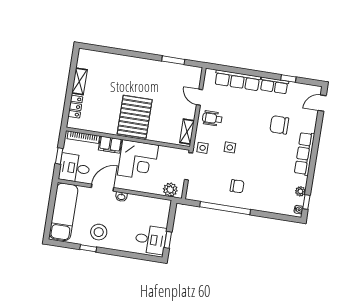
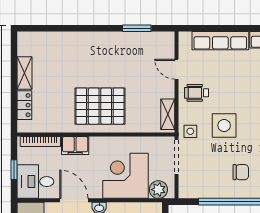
pallet: (135, 117) -> (100, 106), turned 90
side table: (230, 147) -> (224, 125), width x1.87, depth x1.87
corner desk: (138, 160) -> (126, 176), moved, turned 180
door: (102, 188) -> (74, 200), hinge flipped

